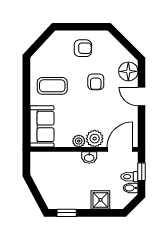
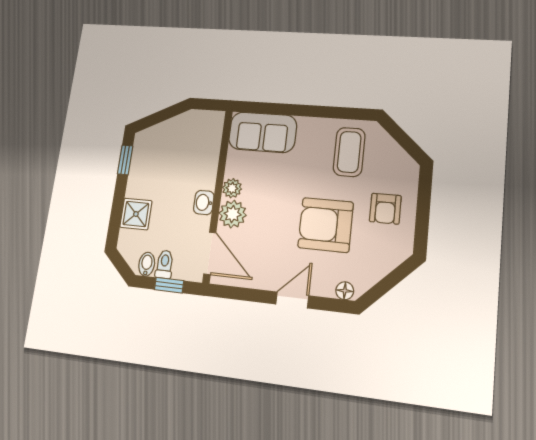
floor lamp: (128, 71) -> (345, 291), width x0.53, depth x0.53
armchair: (96, 82) -> (326, 225), width x1.88, depth x1.88
coffee table: (52, 86) -> (349, 152), moved

